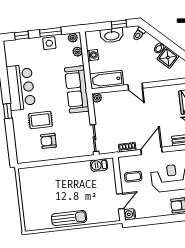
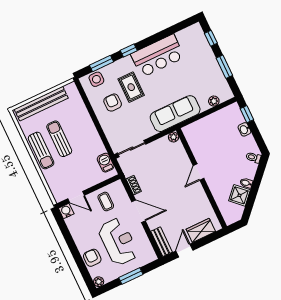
window: (119, 24) -> (247, 114), moved
washbasin: (112, 35) -> (244, 129), width x0.52, depth x0.69
plant: (73, 38) -> (226, 91), removed
side table: (49, 43) -> (96, 79), moved
washing machine: (93, 55) -> (216, 118), removed
bathtub: (107, 80) -> (195, 141), removed
window: (11, 139) -> (102, 63), added
sun lounger: (64, 199) -> (59, 139), added
bench: (28, 204) -> (41, 104), added

